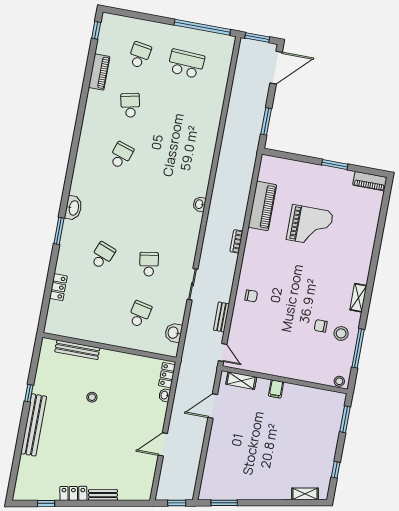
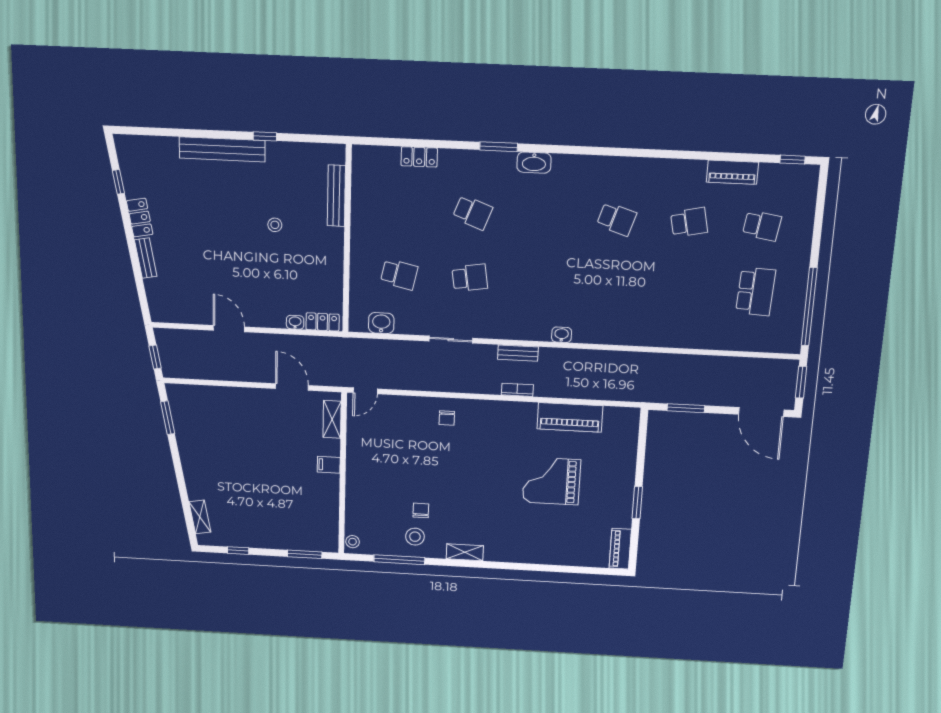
grand piano: (310, 226) -> (551, 481), turned 90
bench: (221, 317) -> (518, 353), moved

